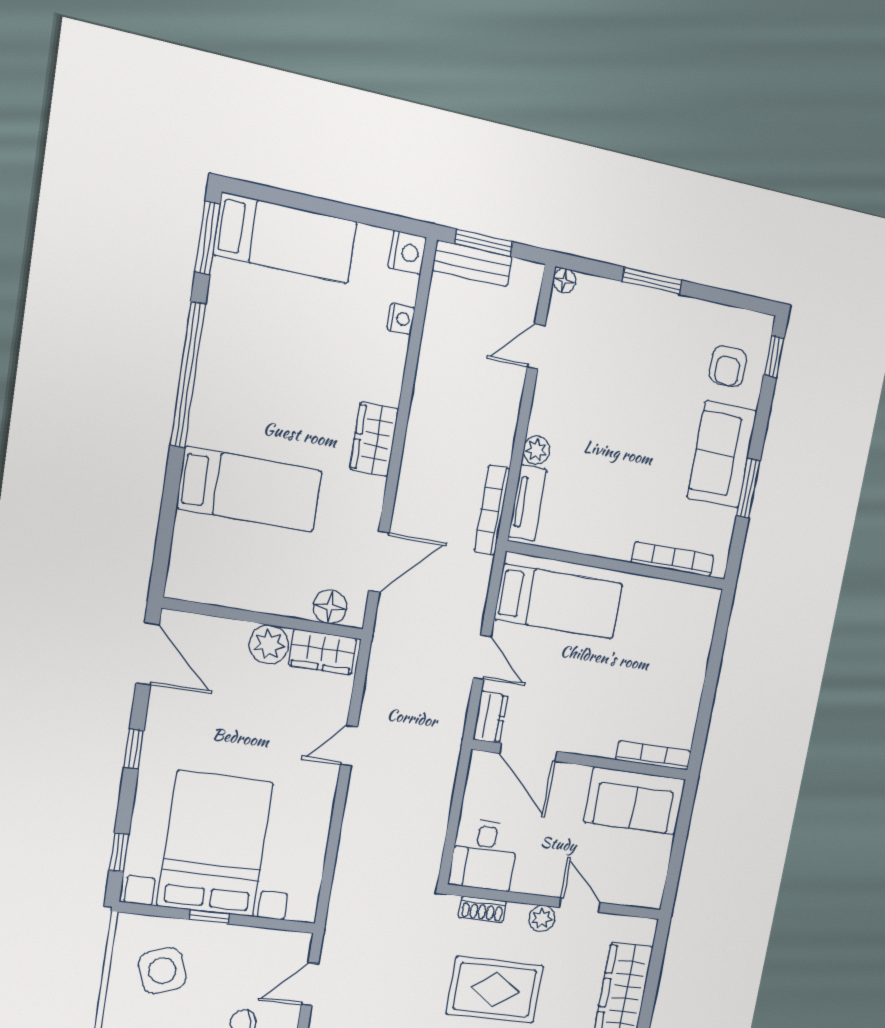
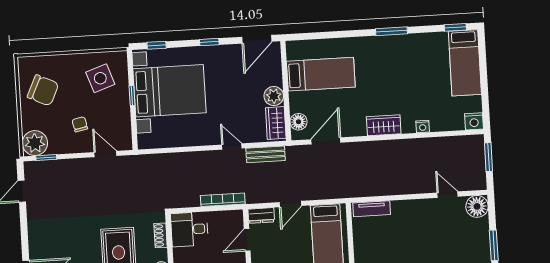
window: (207, 238) -> (455, 27), width x0.67
bench: (472, 263) -> (266, 154), moved, turned 90
floor lamp: (564, 281) -> (477, 206), width x1.89, depth x1.89
nightstand: (401, 319) -> (423, 127), moved
window: (188, 375) -> (391, 31), width x0.47
plant: (536, 450) -> (398, 207), removed
bed: (249, 489) -> (321, 74), moved, turned -90
bookcase: (492, 510) -> (223, 200), moved
door: (379, 562) -> (326, 141), swing flipped
door: (528, 752) -> (247, 240), width x0.73

